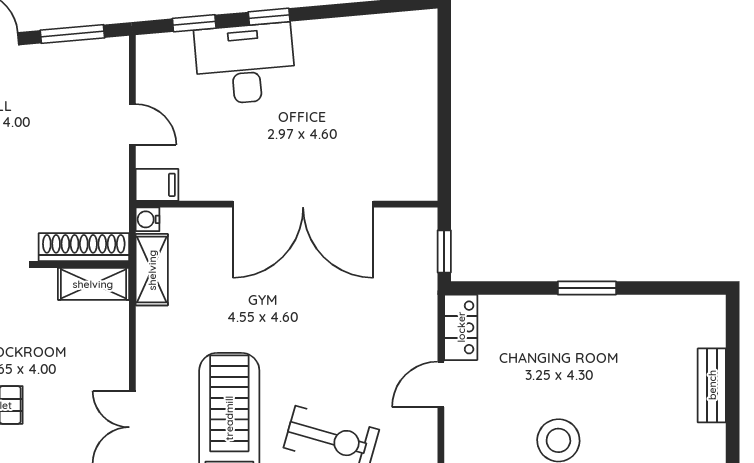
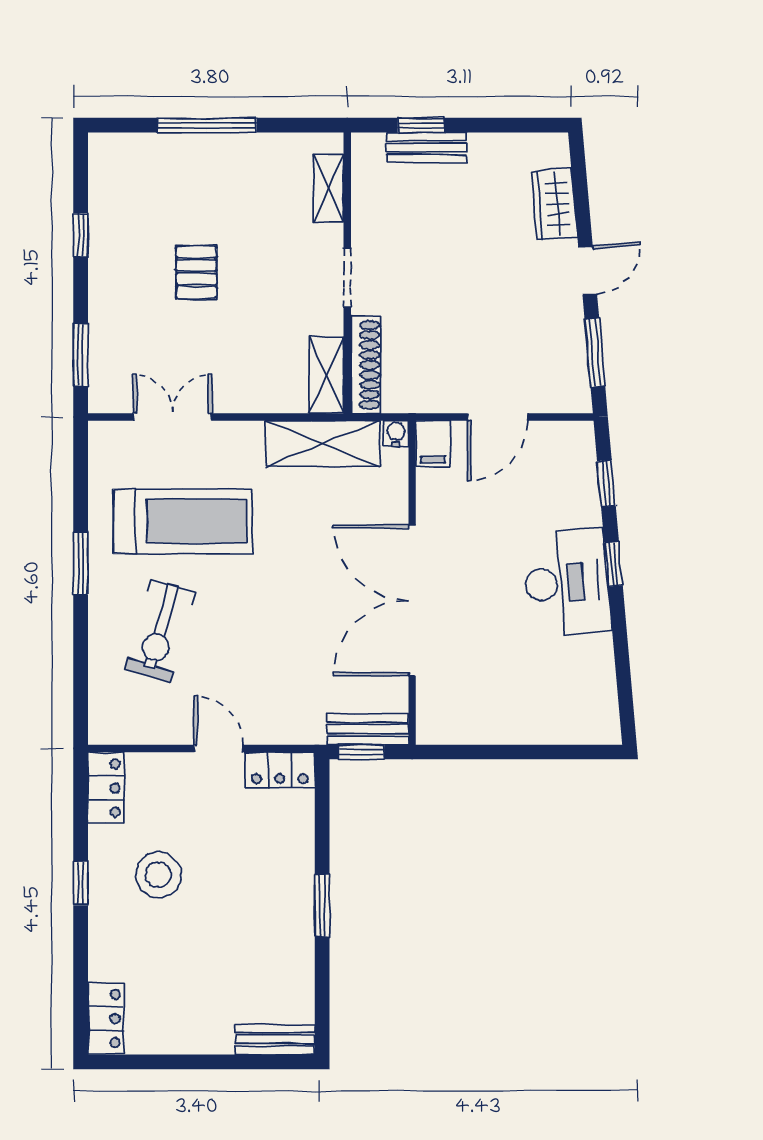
desk: (245, 64) -> (567, 582), moved
door: (132, 125) -> (498, 417), width x1.37
bench: (423, 245) -> (368, 729), added
shelving: (152, 270) -> (323, 444), width x1.50, depth x1.33
bench: (712, 385) -> (275, 1039), moved

